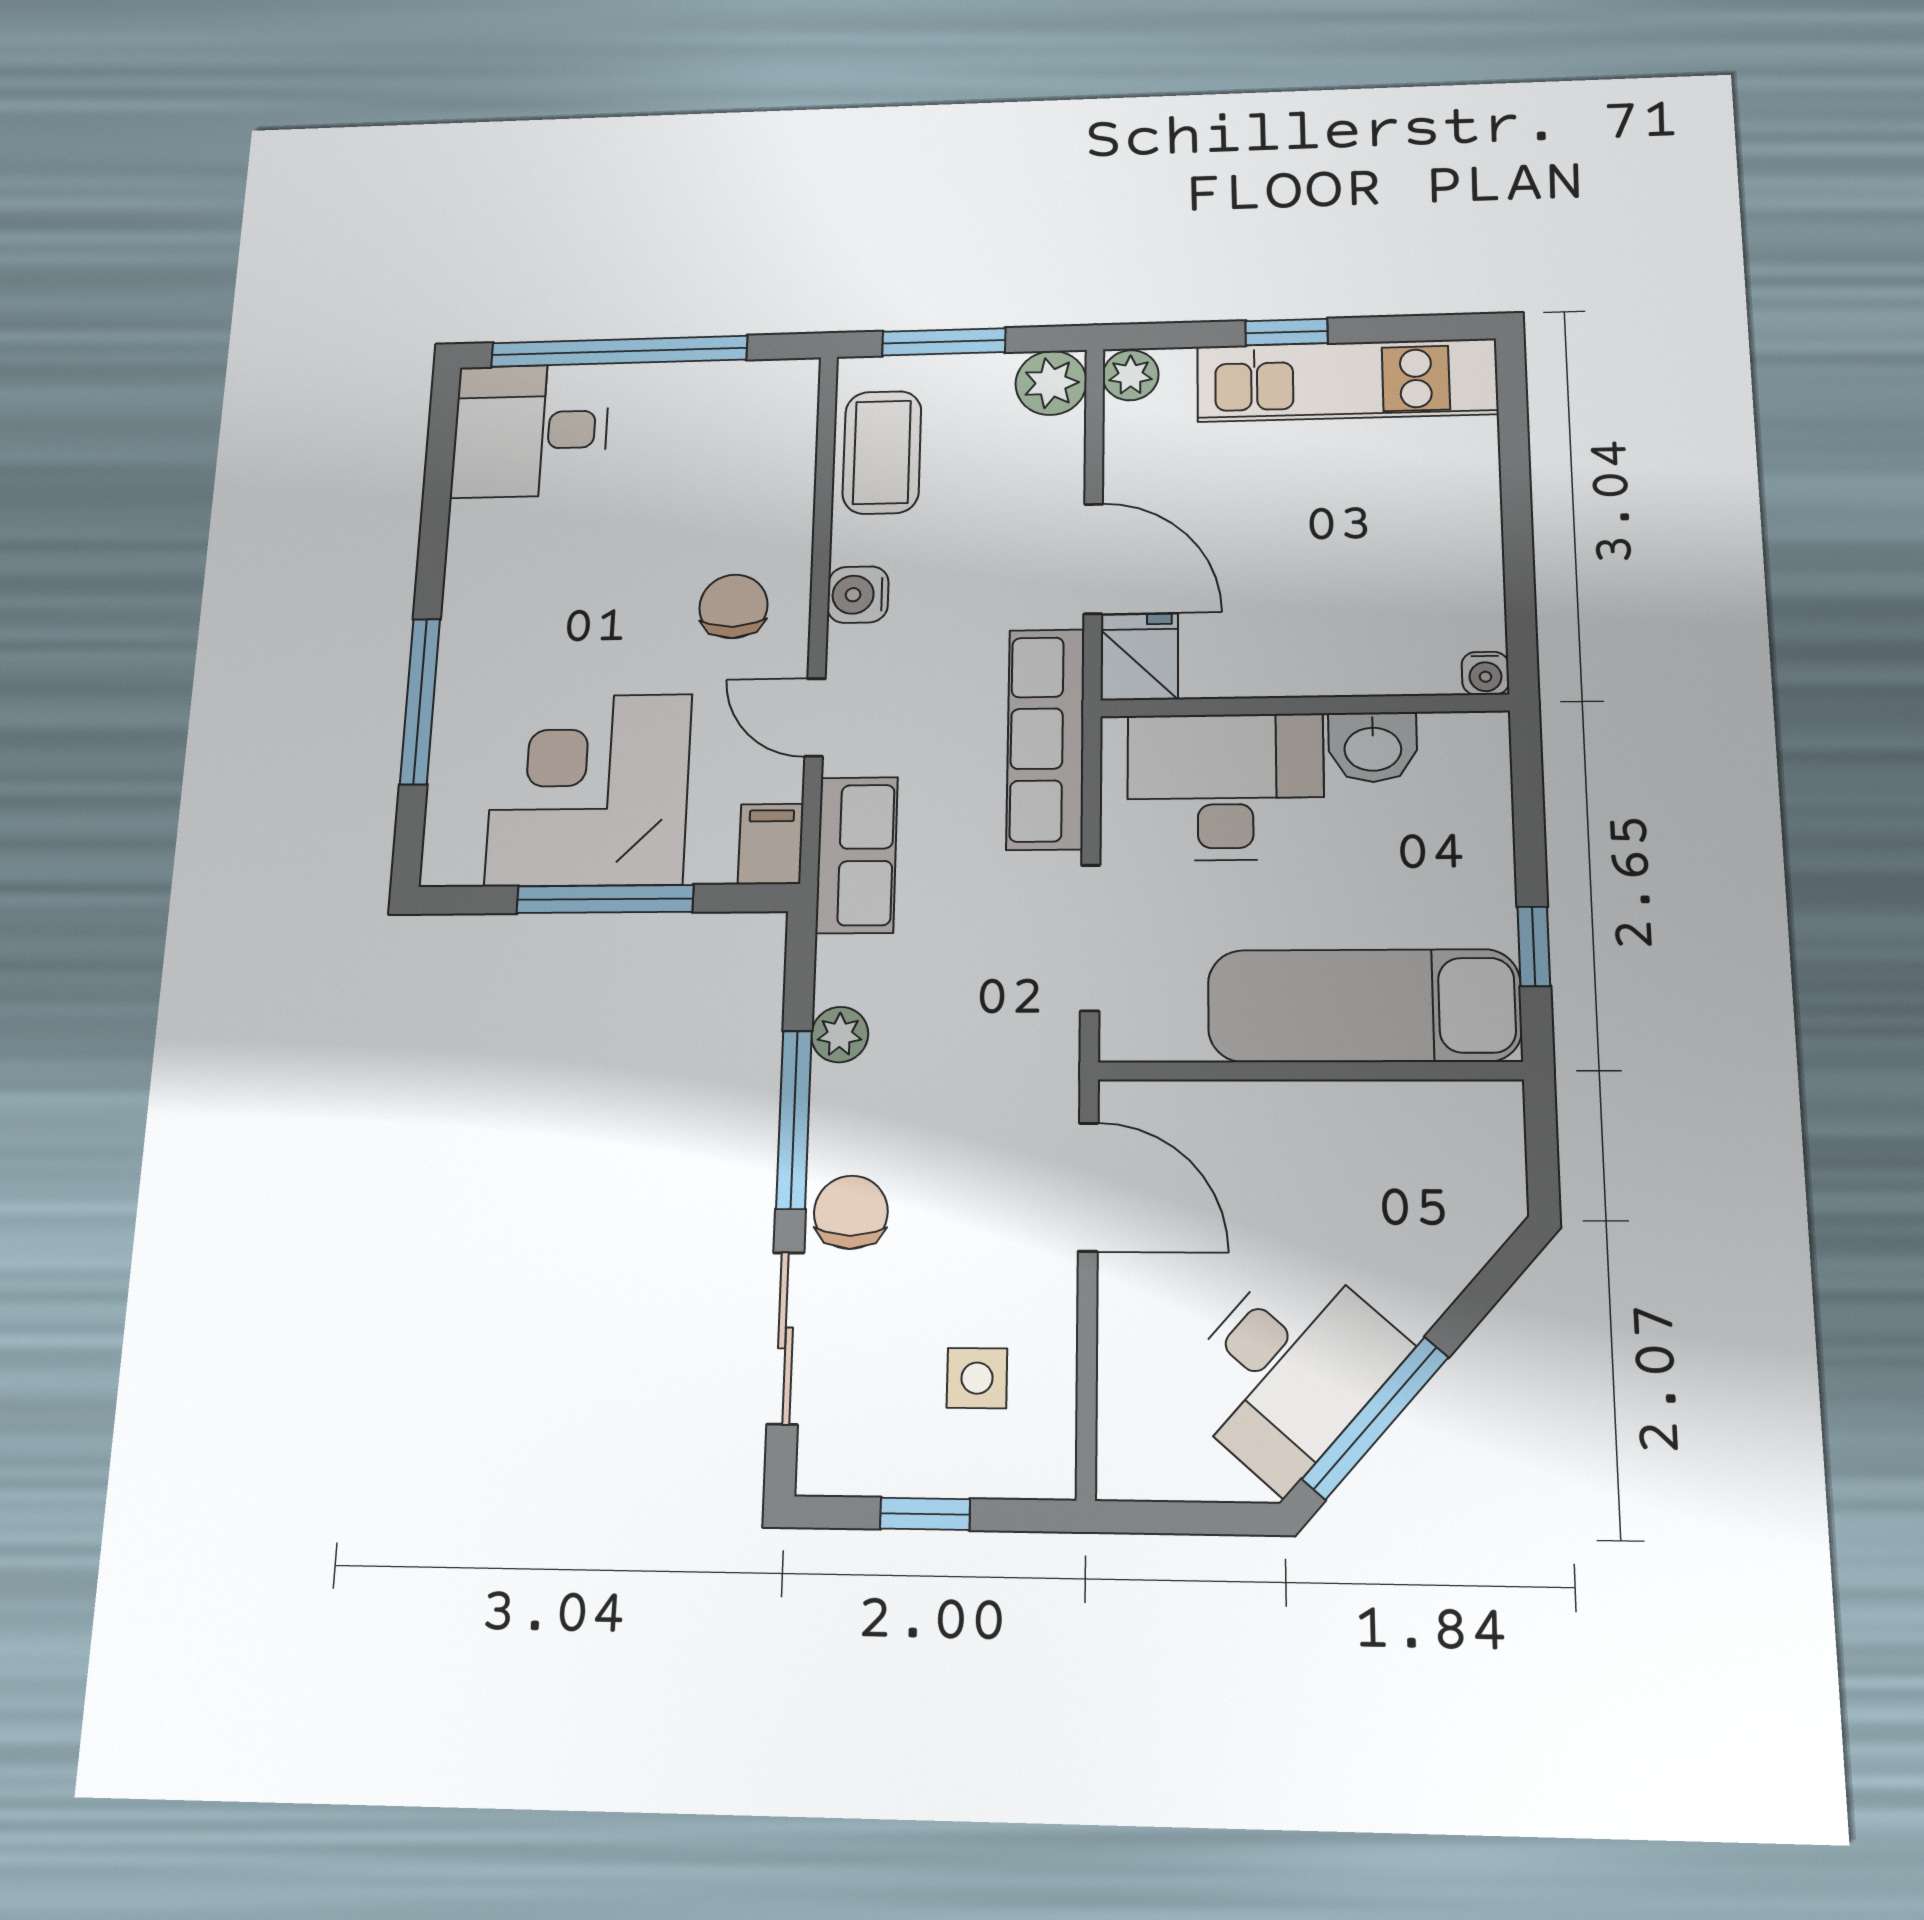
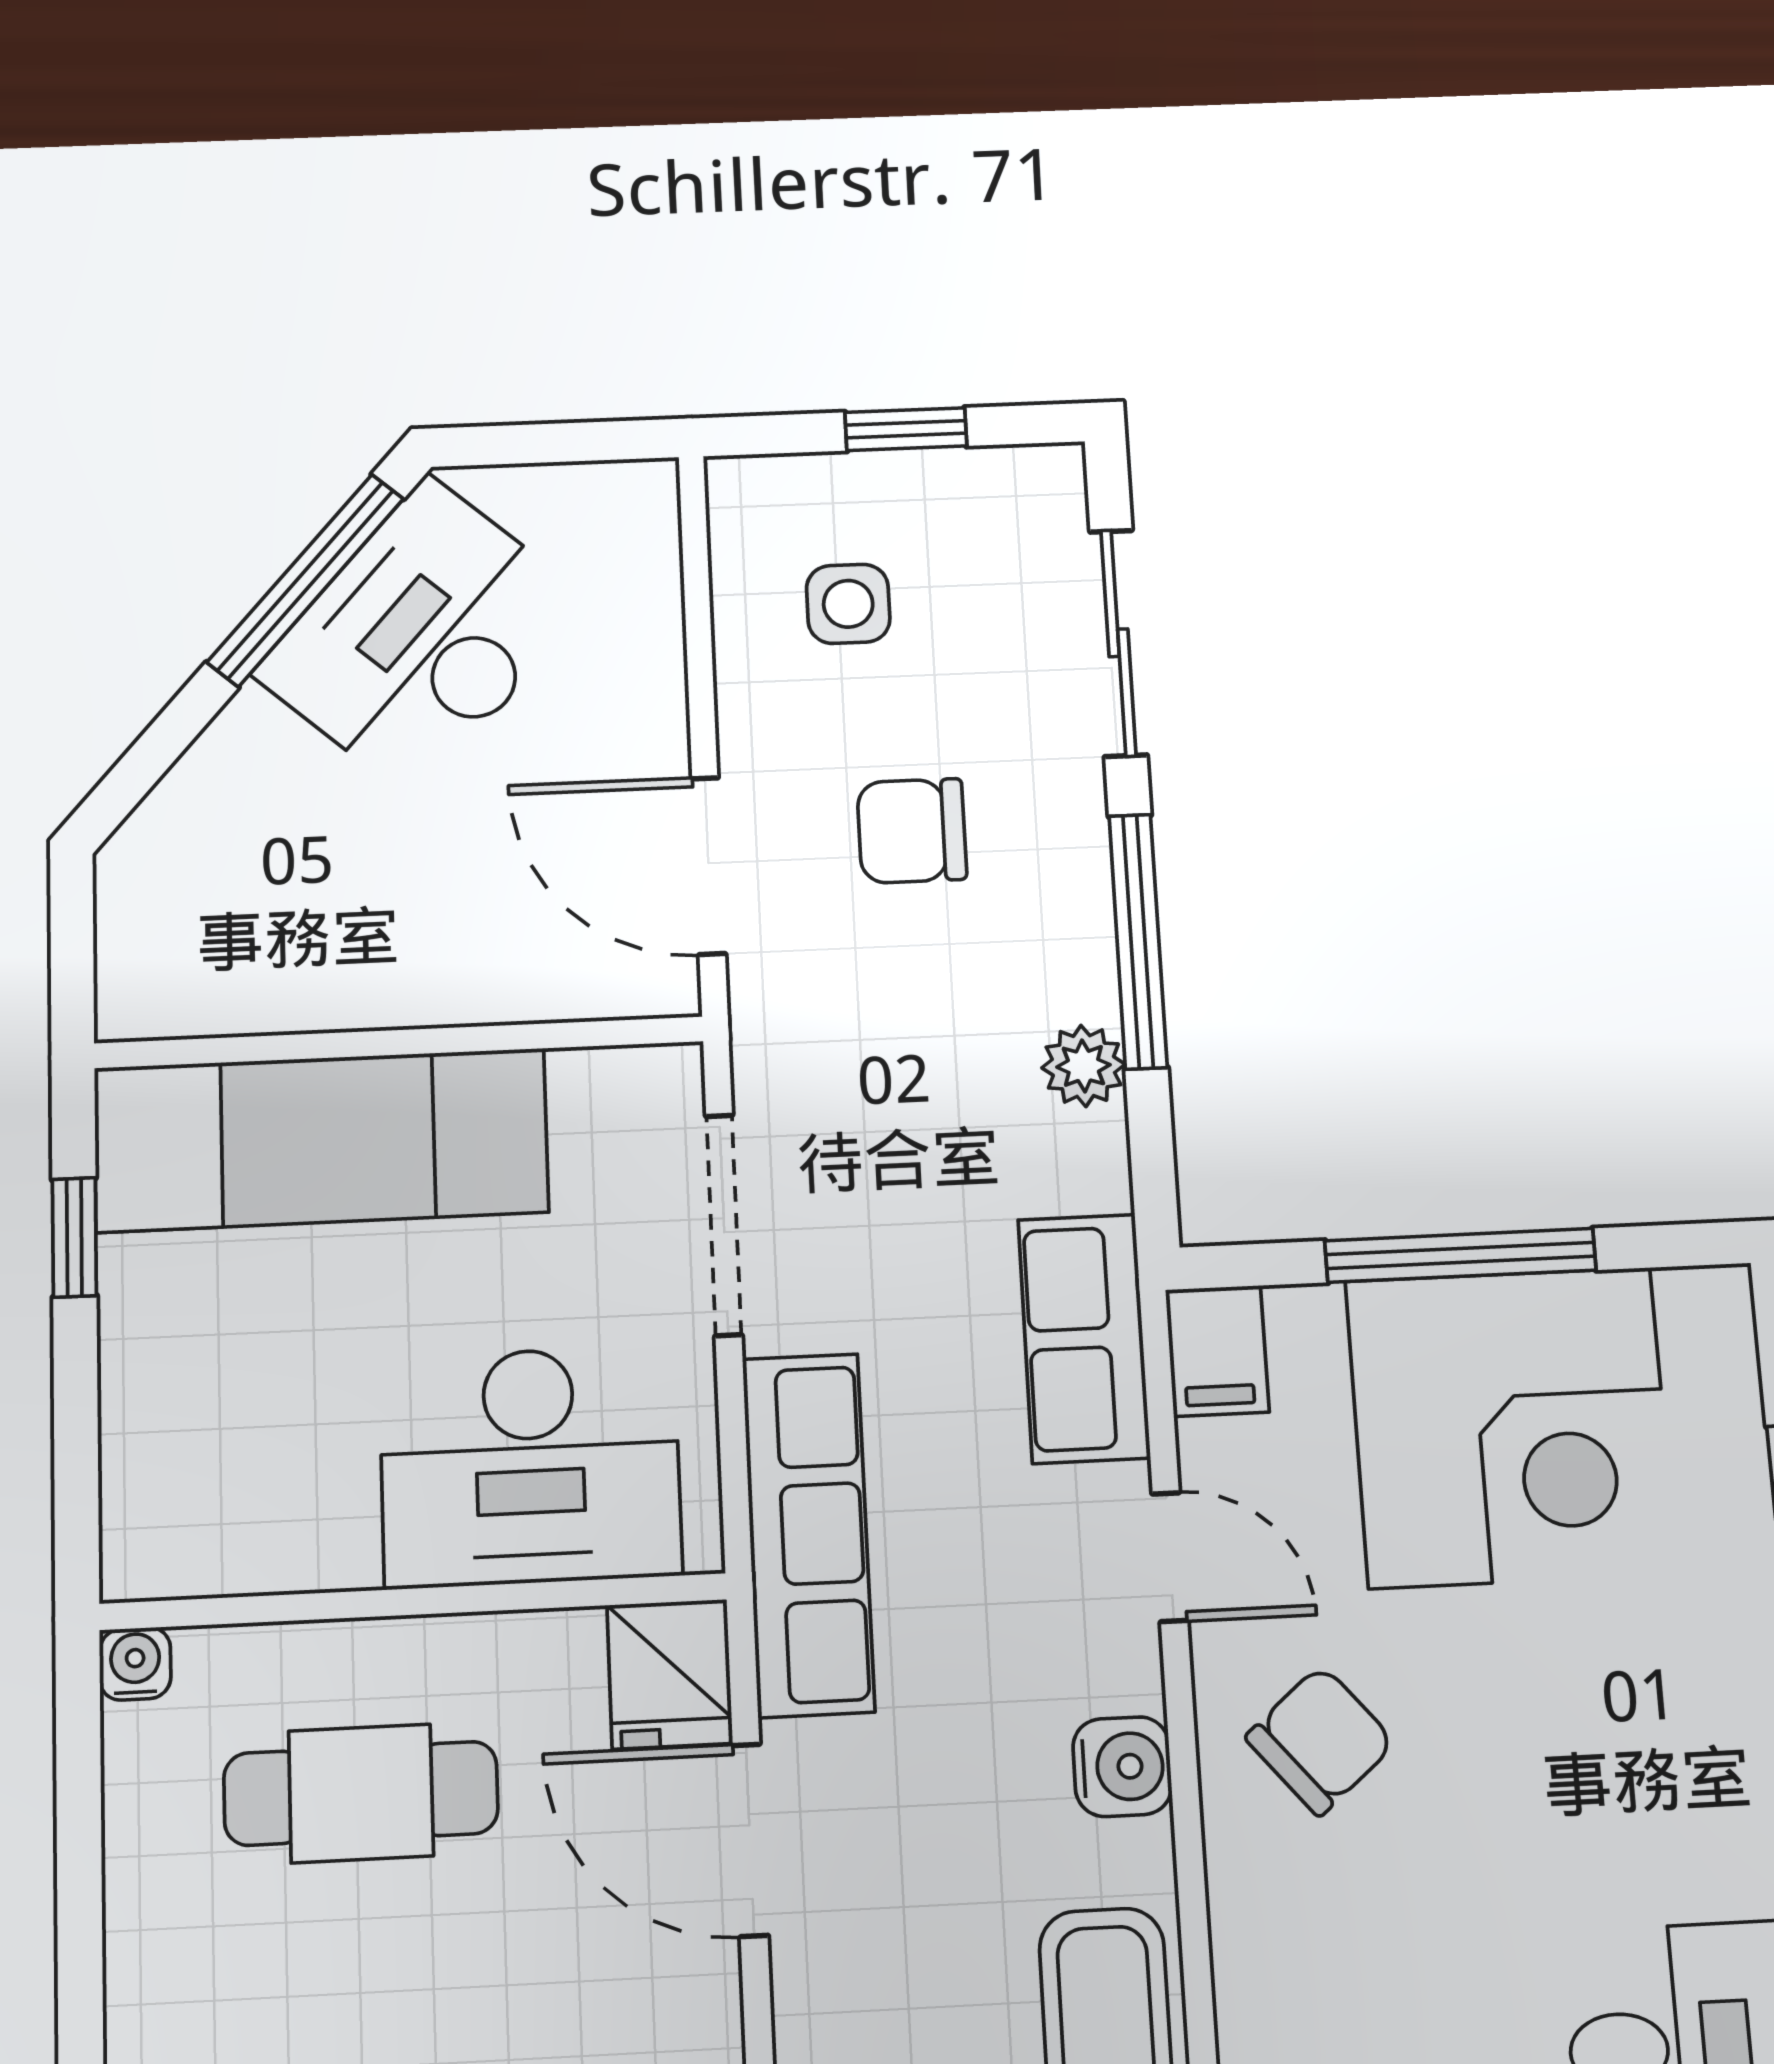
cafe table: (1339, 592) -> (361, 1793), added
chair: (733, 606) -> (1320, 1740), turned -129
washbasin: (1373, 747) -> (308, 1538), removed
chair: (851, 1212) -> (912, 831), moved, turned 90

